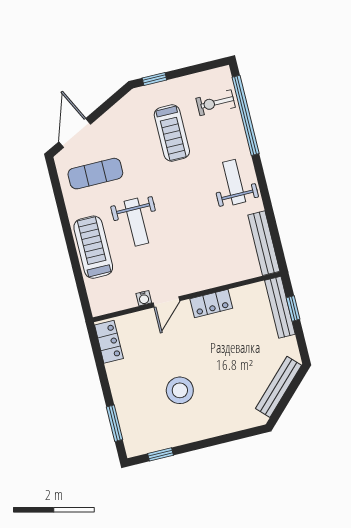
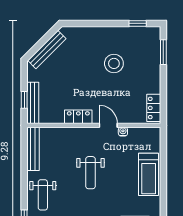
weight bench: (136, 222) -> (90, 173), moved, turned 180
door: (166, 302) -> (108, 125), hinge flipped

